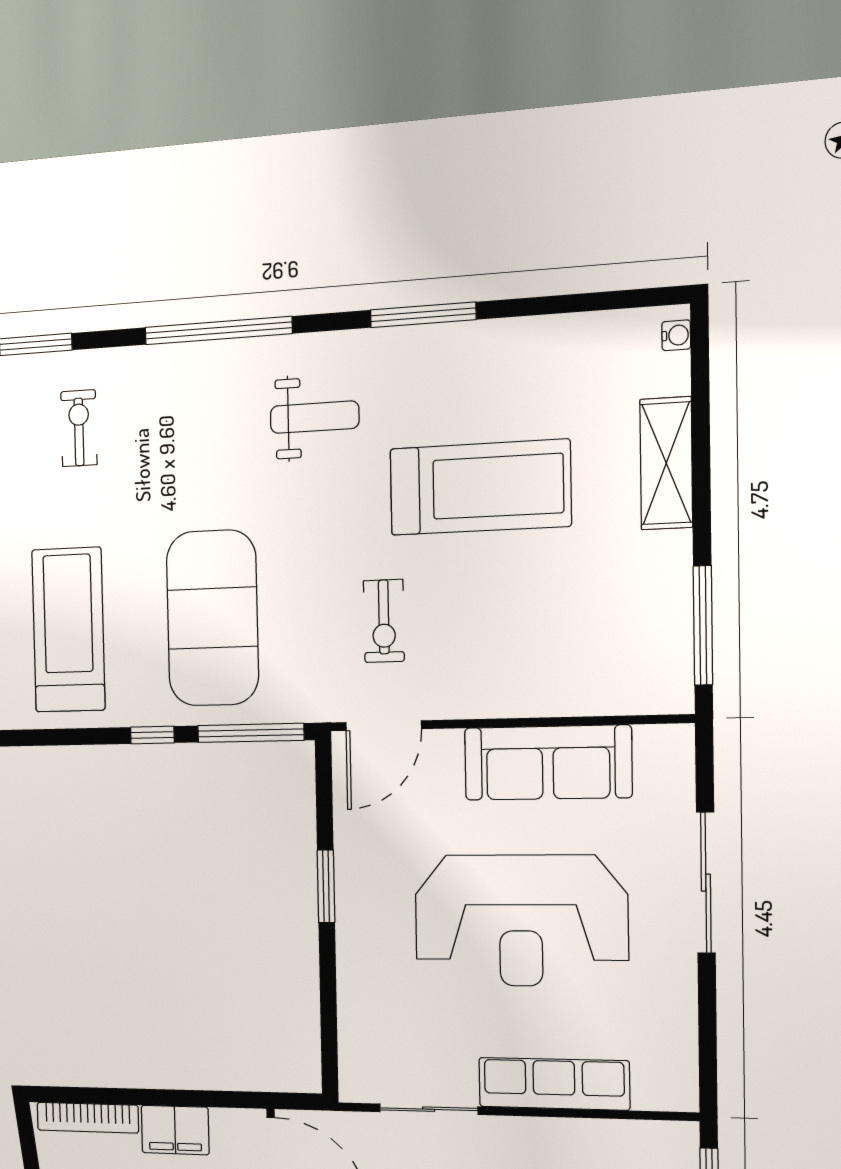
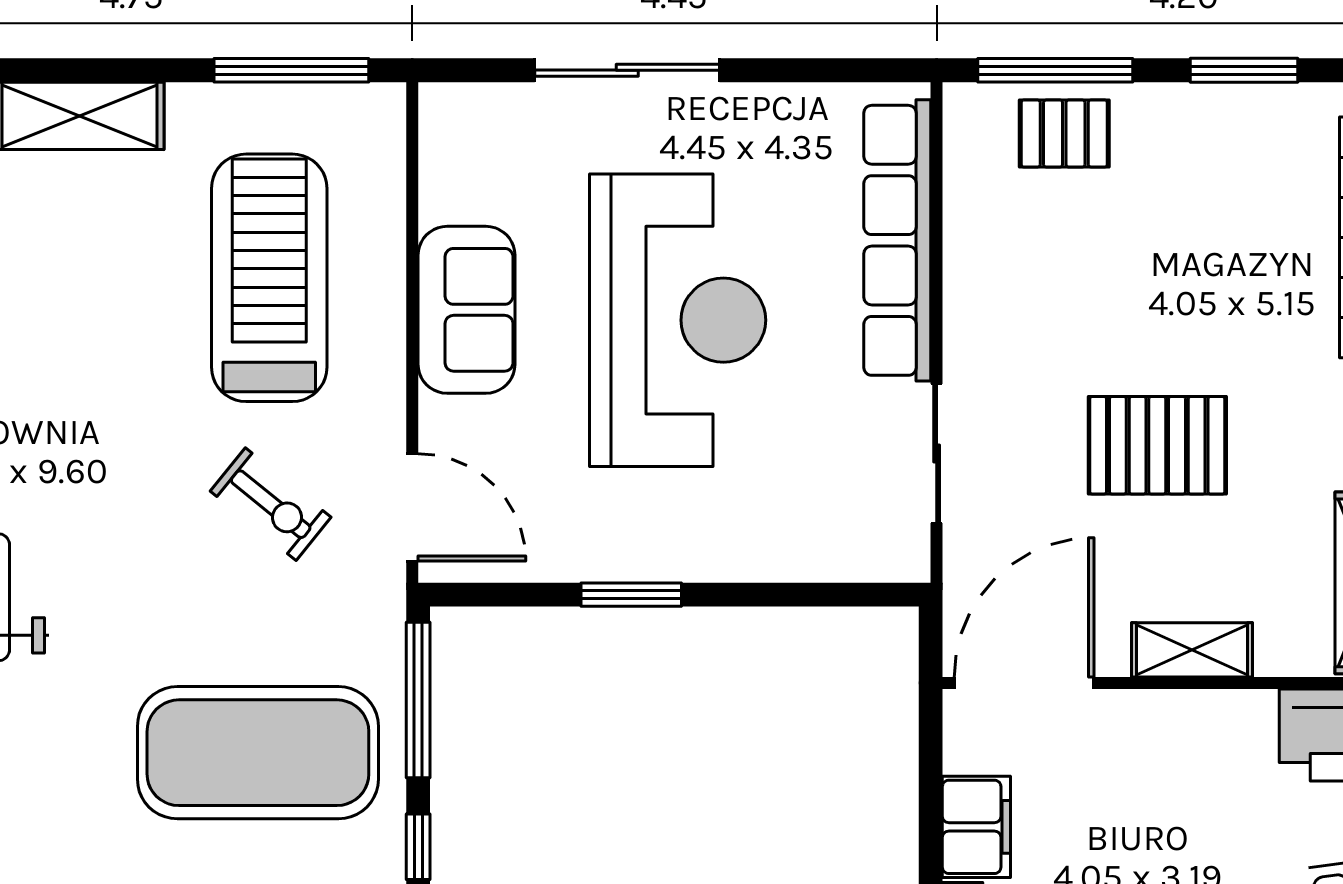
treadmill: (480, 487) -> (269, 278), moved
exercise bike: (384, 621) -> (271, 504), turned 39
sofa: (548, 763) -> (466, 310), width x0.73
row of seats: (554, 1084) -> (897, 240), width x1.36

